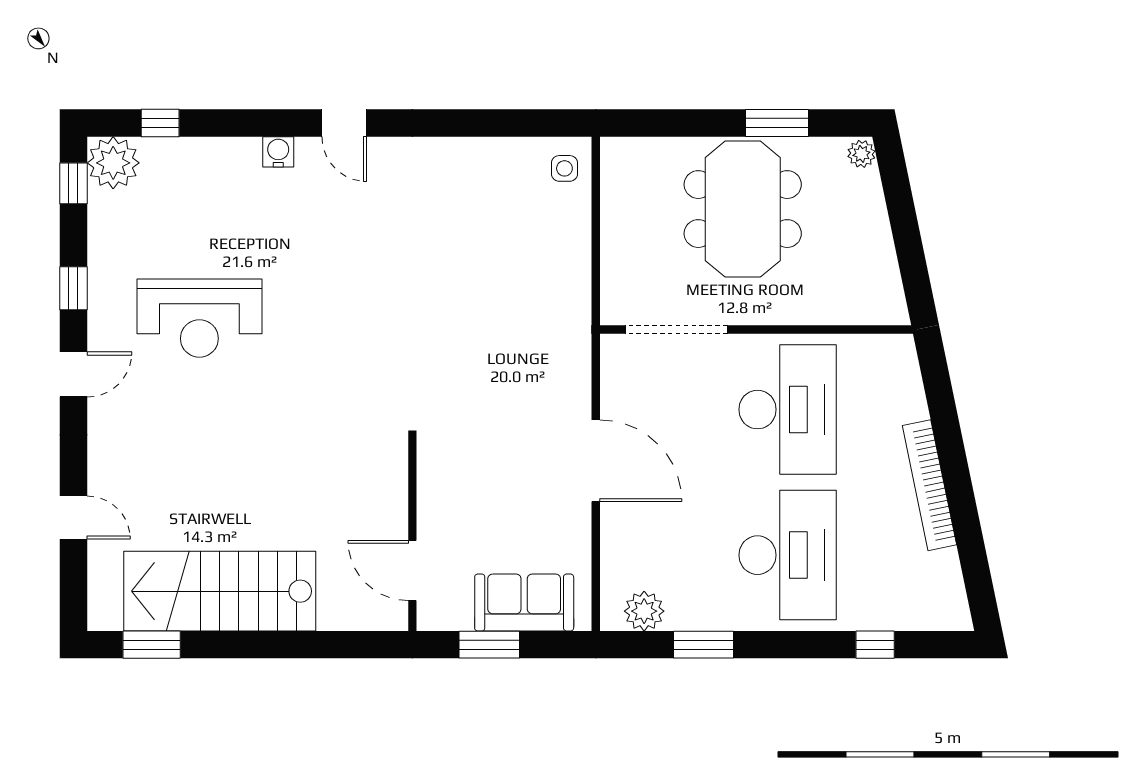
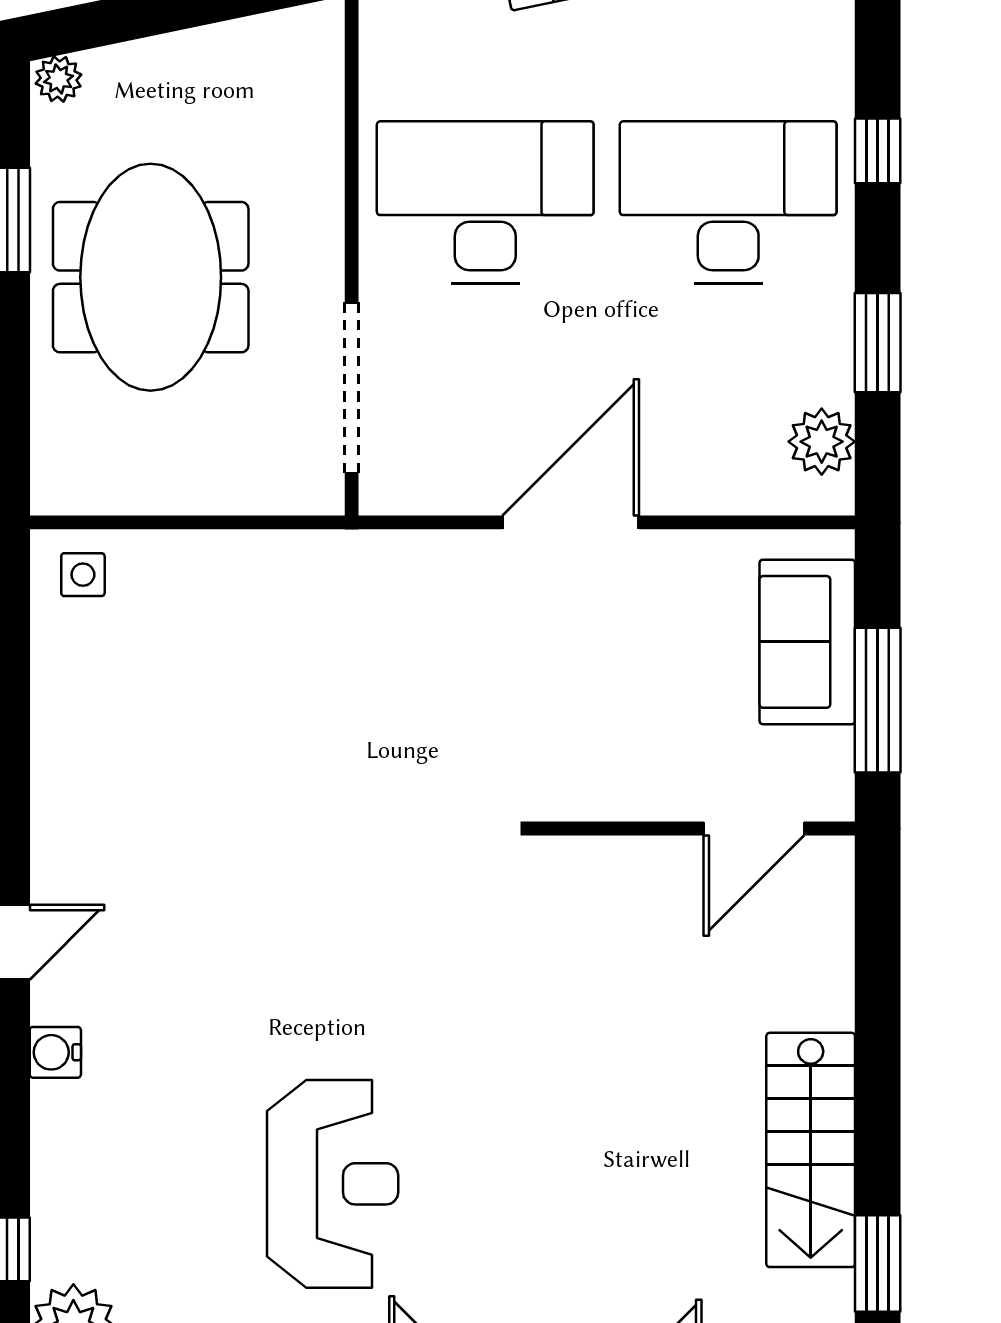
meeting table: (743, 209) -> (151, 277), turned 90
stairs: (220, 591) -> (811, 1150), width x0.73, depth x0.66
window: (489, 645) -> (878, 700), width x1.44
window: (875, 645) -> (878, 151), moved

